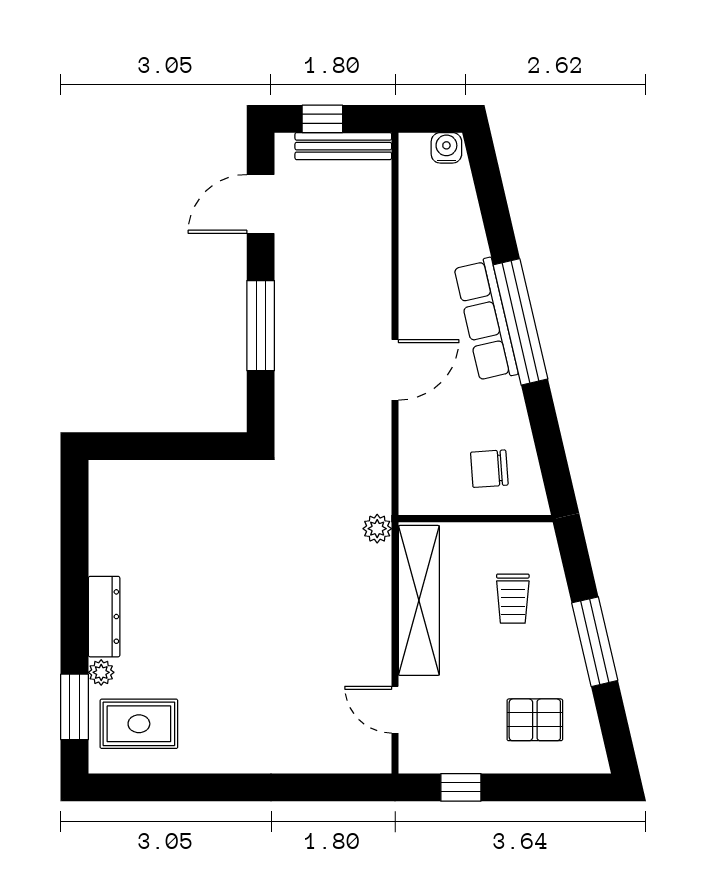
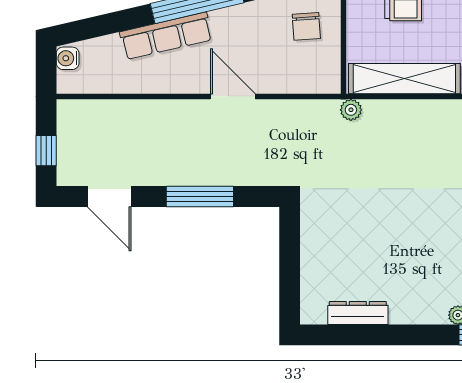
bench: (343, 146) -> (66, 135), removed
row of seats: (486, 320) -> (166, 36), moved
dresser: (104, 617) -> (358, 313), moved

